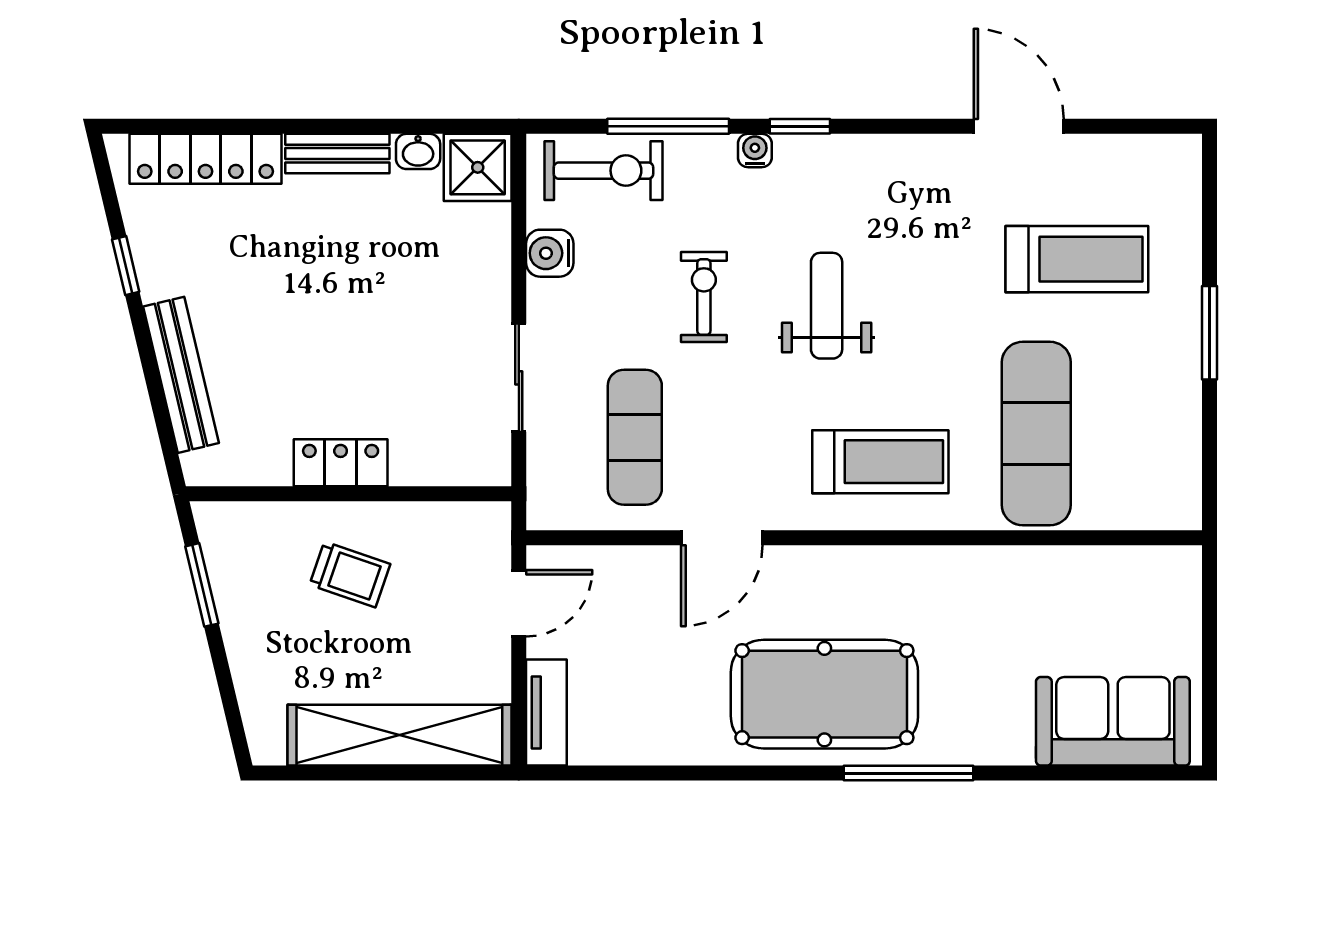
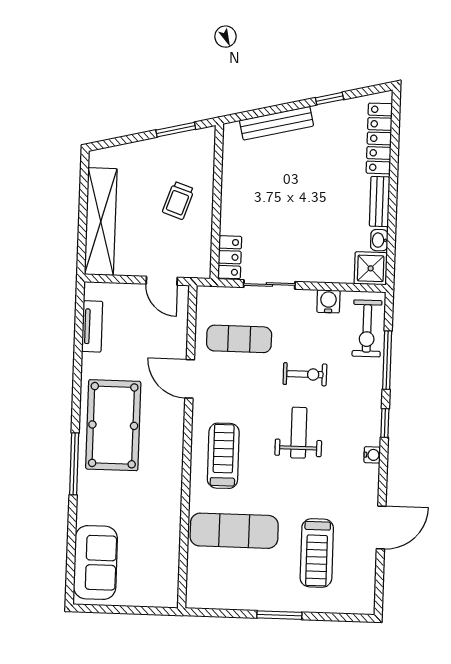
water cooler: (755, 150) -> (372, 455), moved
weight bench: (827, 306) -> (299, 433), turned -90
treadmill: (880, 462) -> (223, 456), turned 180
locker: (341, 463) -> (230, 257), moved
tv unit: (546, 713) -> (92, 326), moved, turned -90

